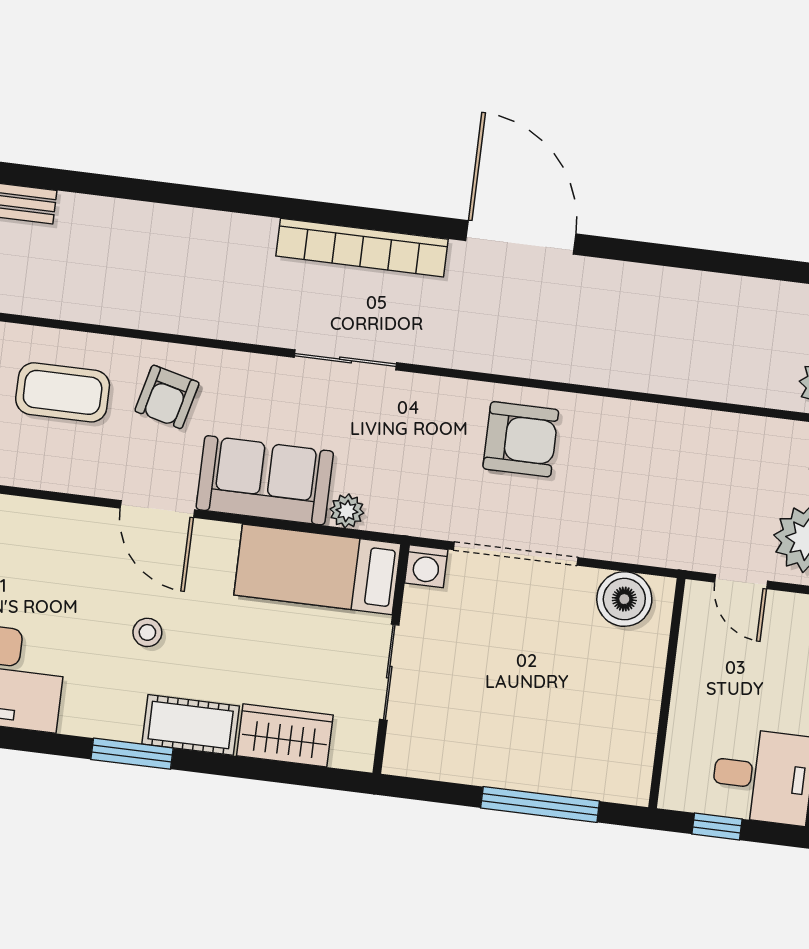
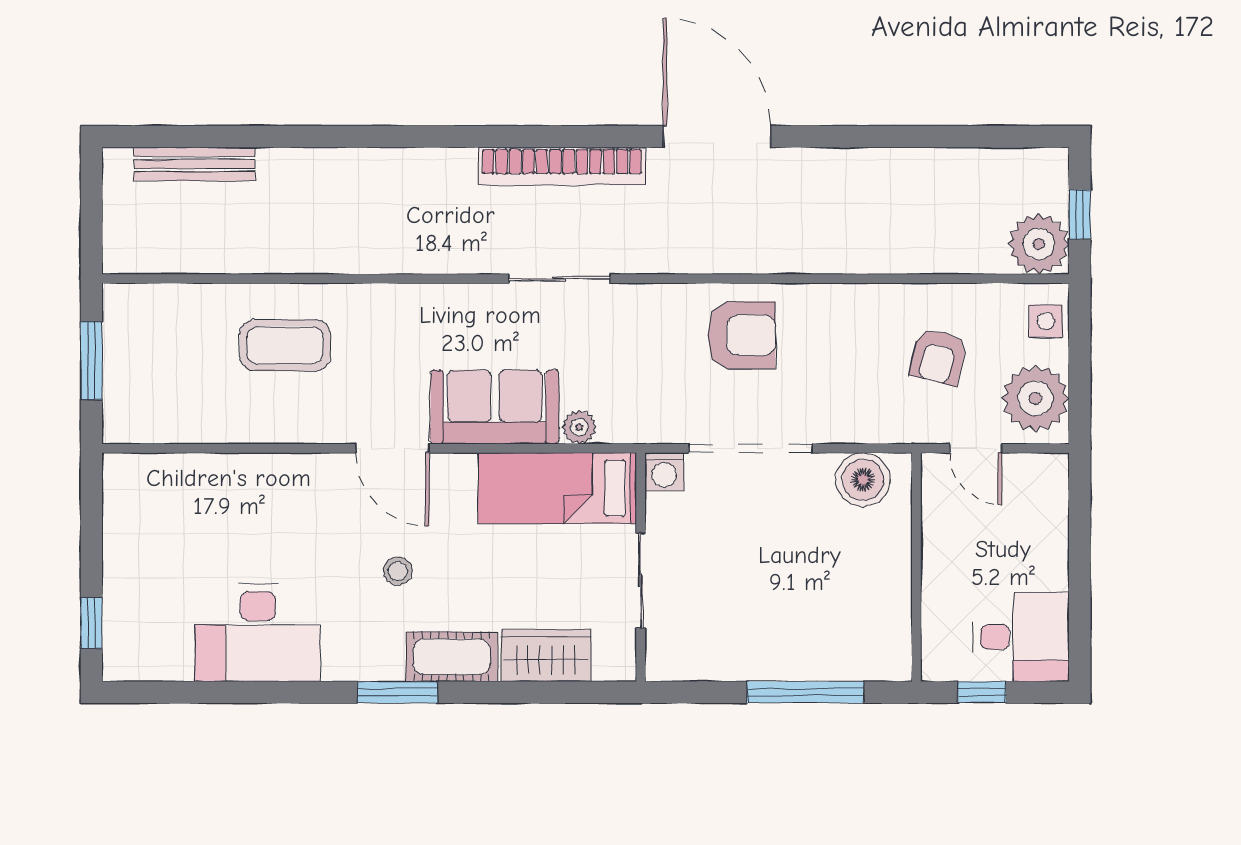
armchair: (167, 397) -> (938, 357), moved

